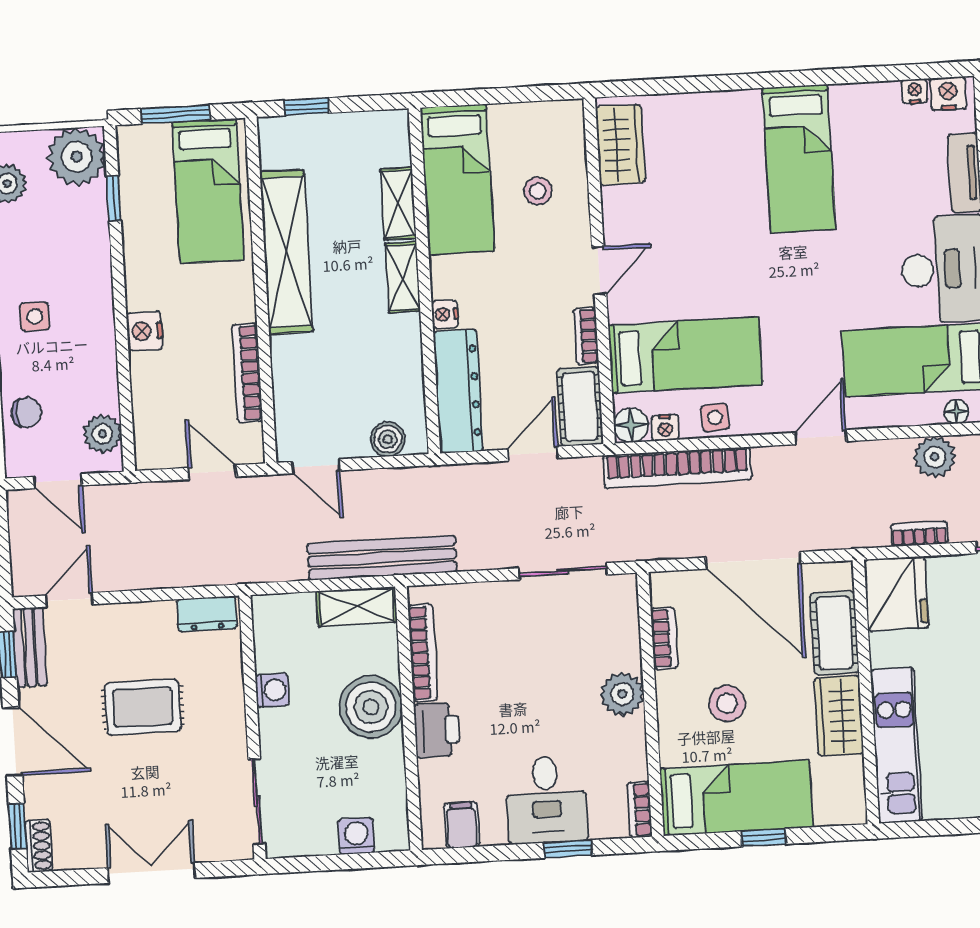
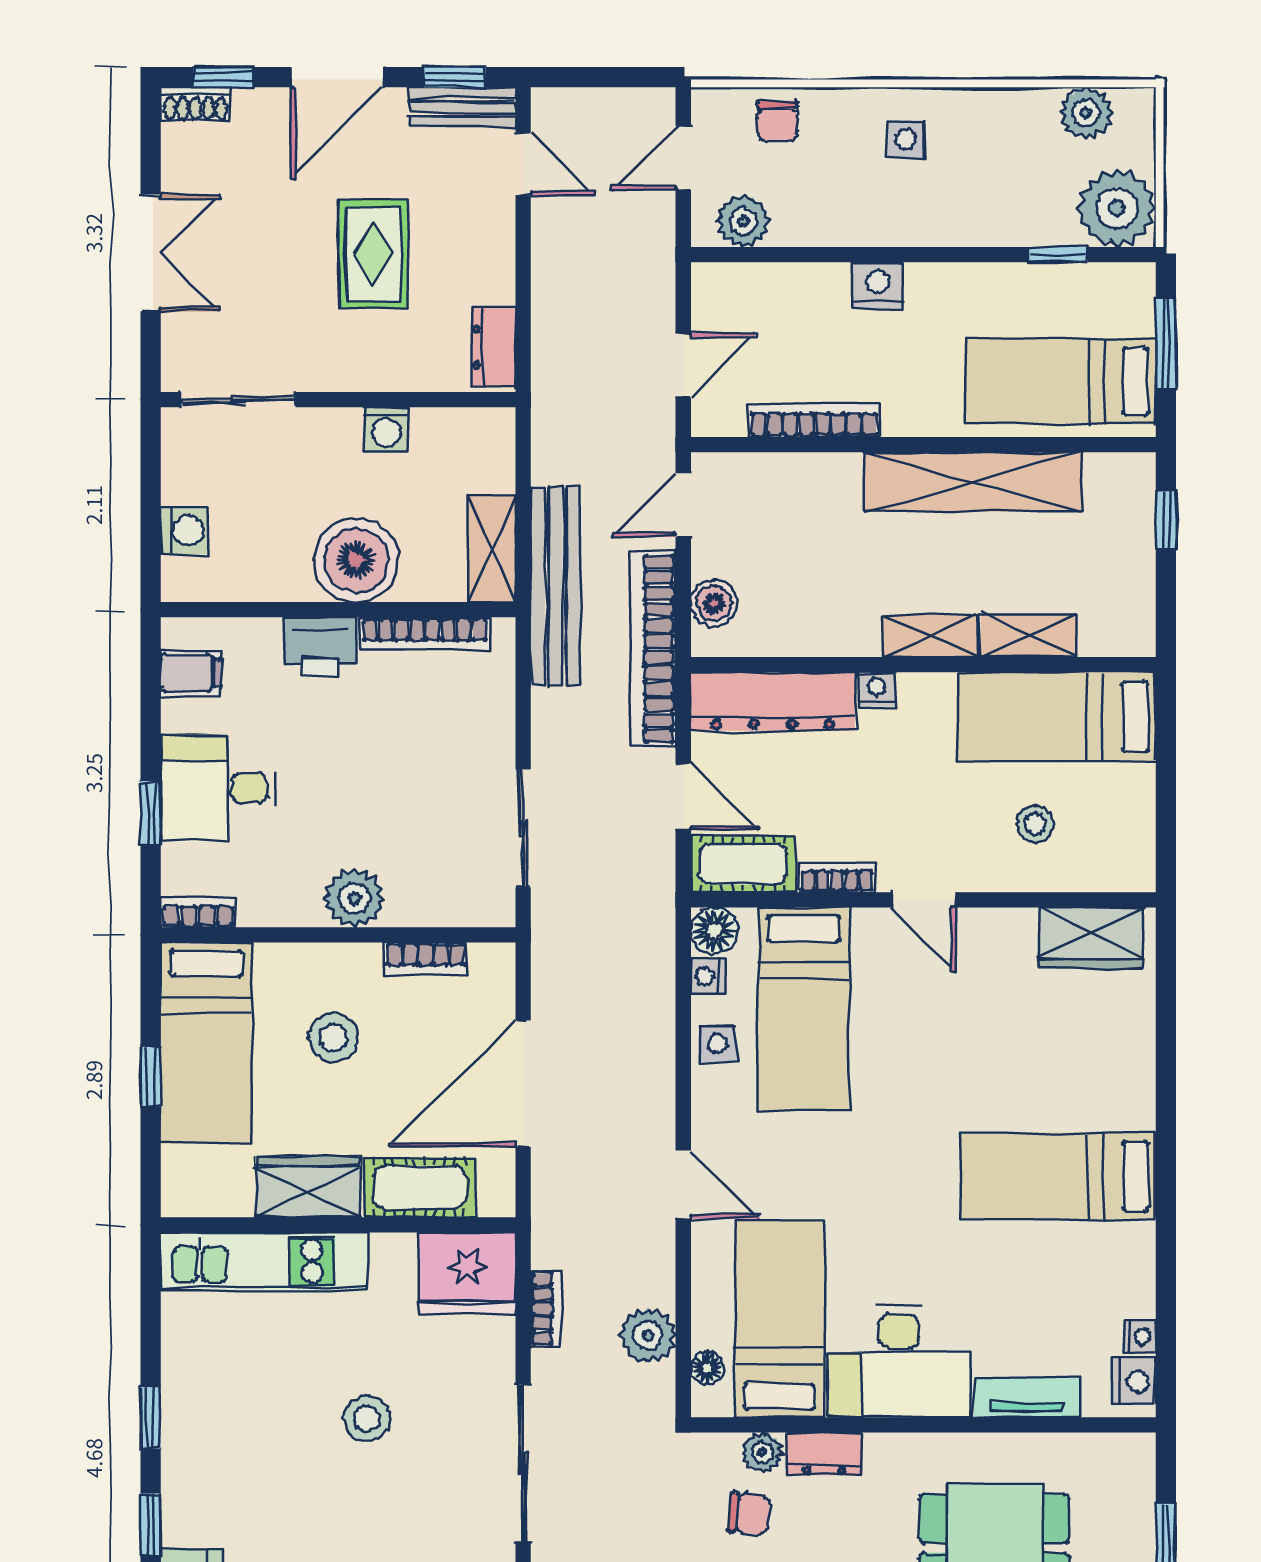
bookcase: (677, 468) -> (653, 649), moved

